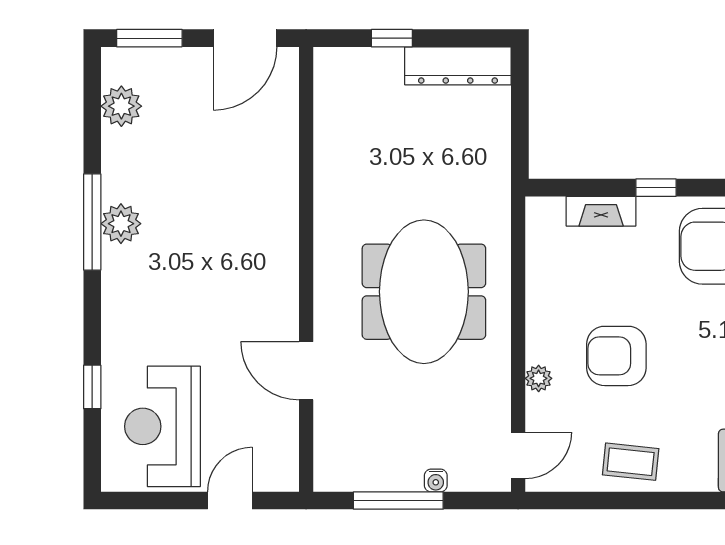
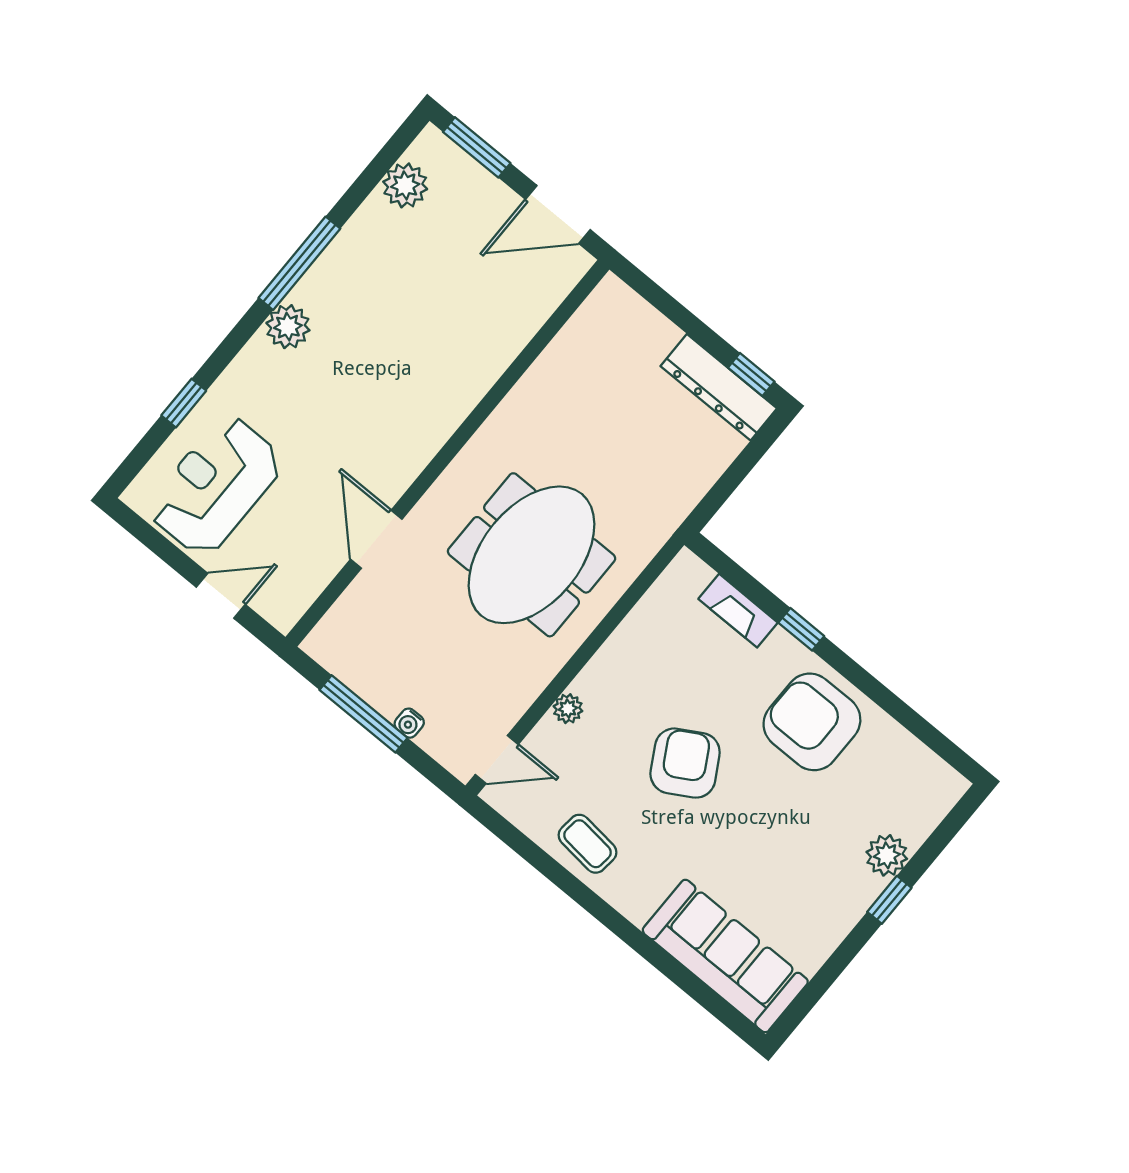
window: (392, 38) -> (751, 375), moved
plant: (121, 224) -> (288, 327), moved
armchair: (616, 356) -> (685, 763), moved, turned 60

